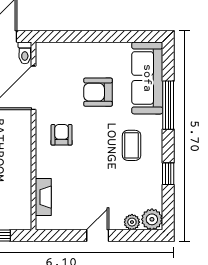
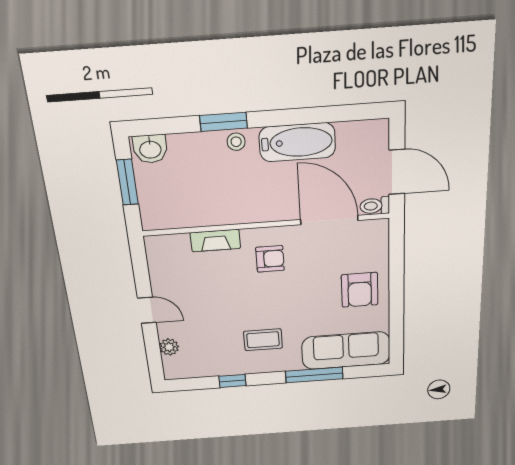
armchair: (98, 92) -> (360, 290), moved, turned 180
fireplace: (43, 197) -> (215, 240), moved
plant: (152, 219) -> (175, 368), removed

